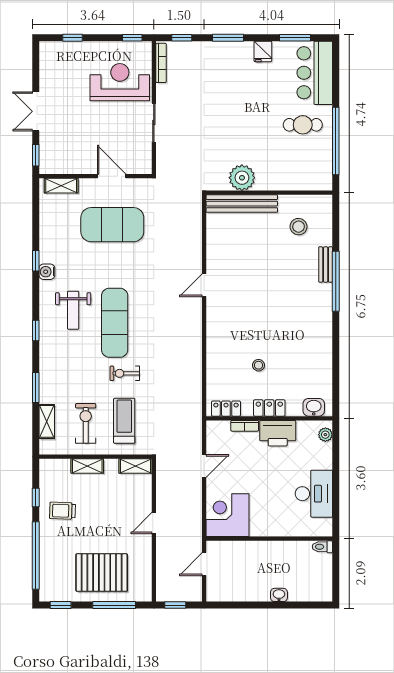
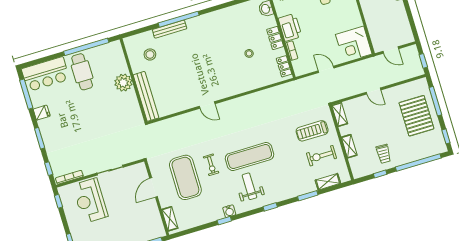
window: (295, 38) -> (26, 94), width x1.44
cafe table: (303, 125) -> (82, 72), width x1.37, depth x1.35
plant: (242, 178) -> (123, 83), moved
bench: (326, 265) -> (170, 29), width x1.36
weight bench: (73, 310) -> (249, 186), turned -90
exercise bike: (125, 373) -> (211, 165), moved

